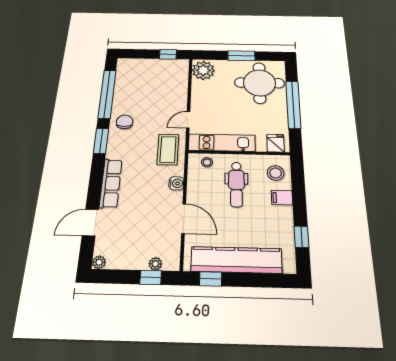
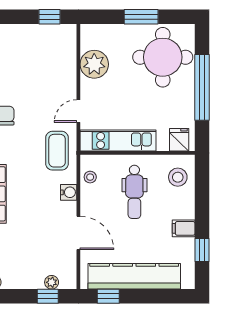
plant: (203, 70) -> (94, 64), moved
stool: (207, 162) -> (90, 177), moved
filing cabinet: (282, 198) -> (184, 228), moved

